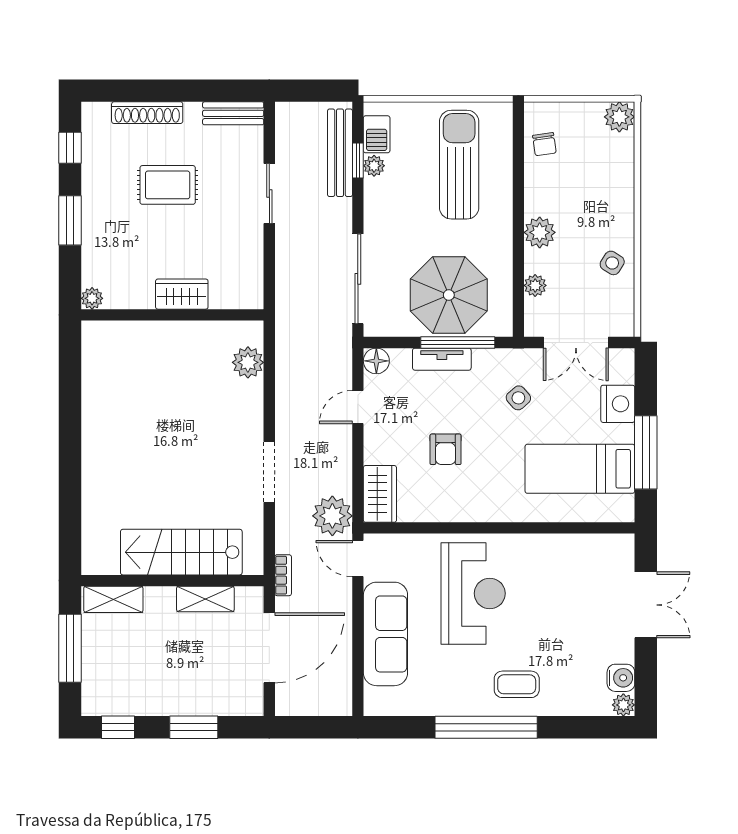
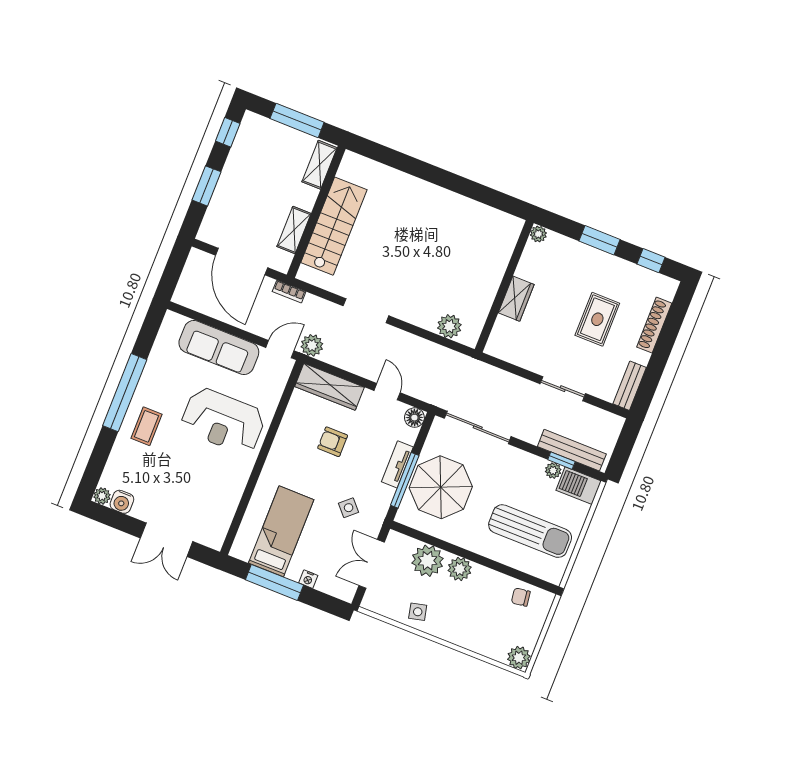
barbecue: (377, 134) -> (579, 486), width x1.38, depth x1.27
side table: (612, 263) -> (418, 612), turned 45
plant: (535, 285) -> (428, 561), width x1.87, depth x1.87
nightstand: (618, 404) -> (308, 579), width x0.53, depth x0.56
wardrobe: (380, 494) -> (329, 387), width x1.50
plant: (332, 516) -> (312, 345), width x0.73, depth x0.73

